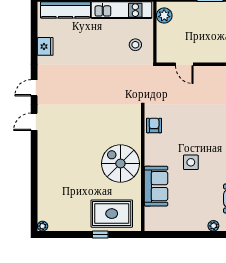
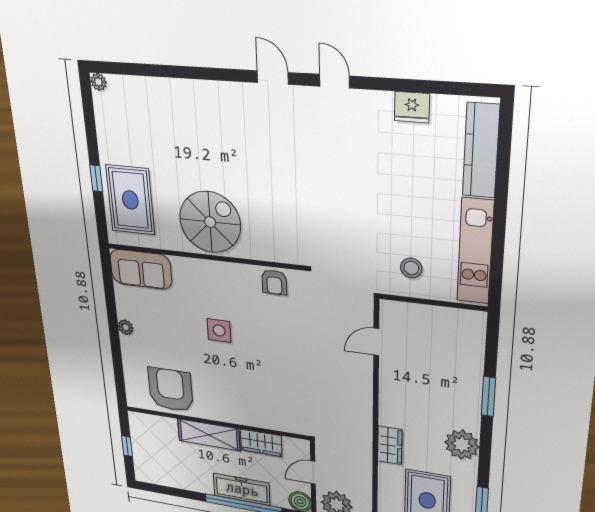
plant: (164, 16) -> (462, 321), removed
armchair: (154, 125) -> (274, 282), turned 90
sofa: (156, 186) -> (141, 269), moved
plant: (213, 226) -> (126, 327), moved

